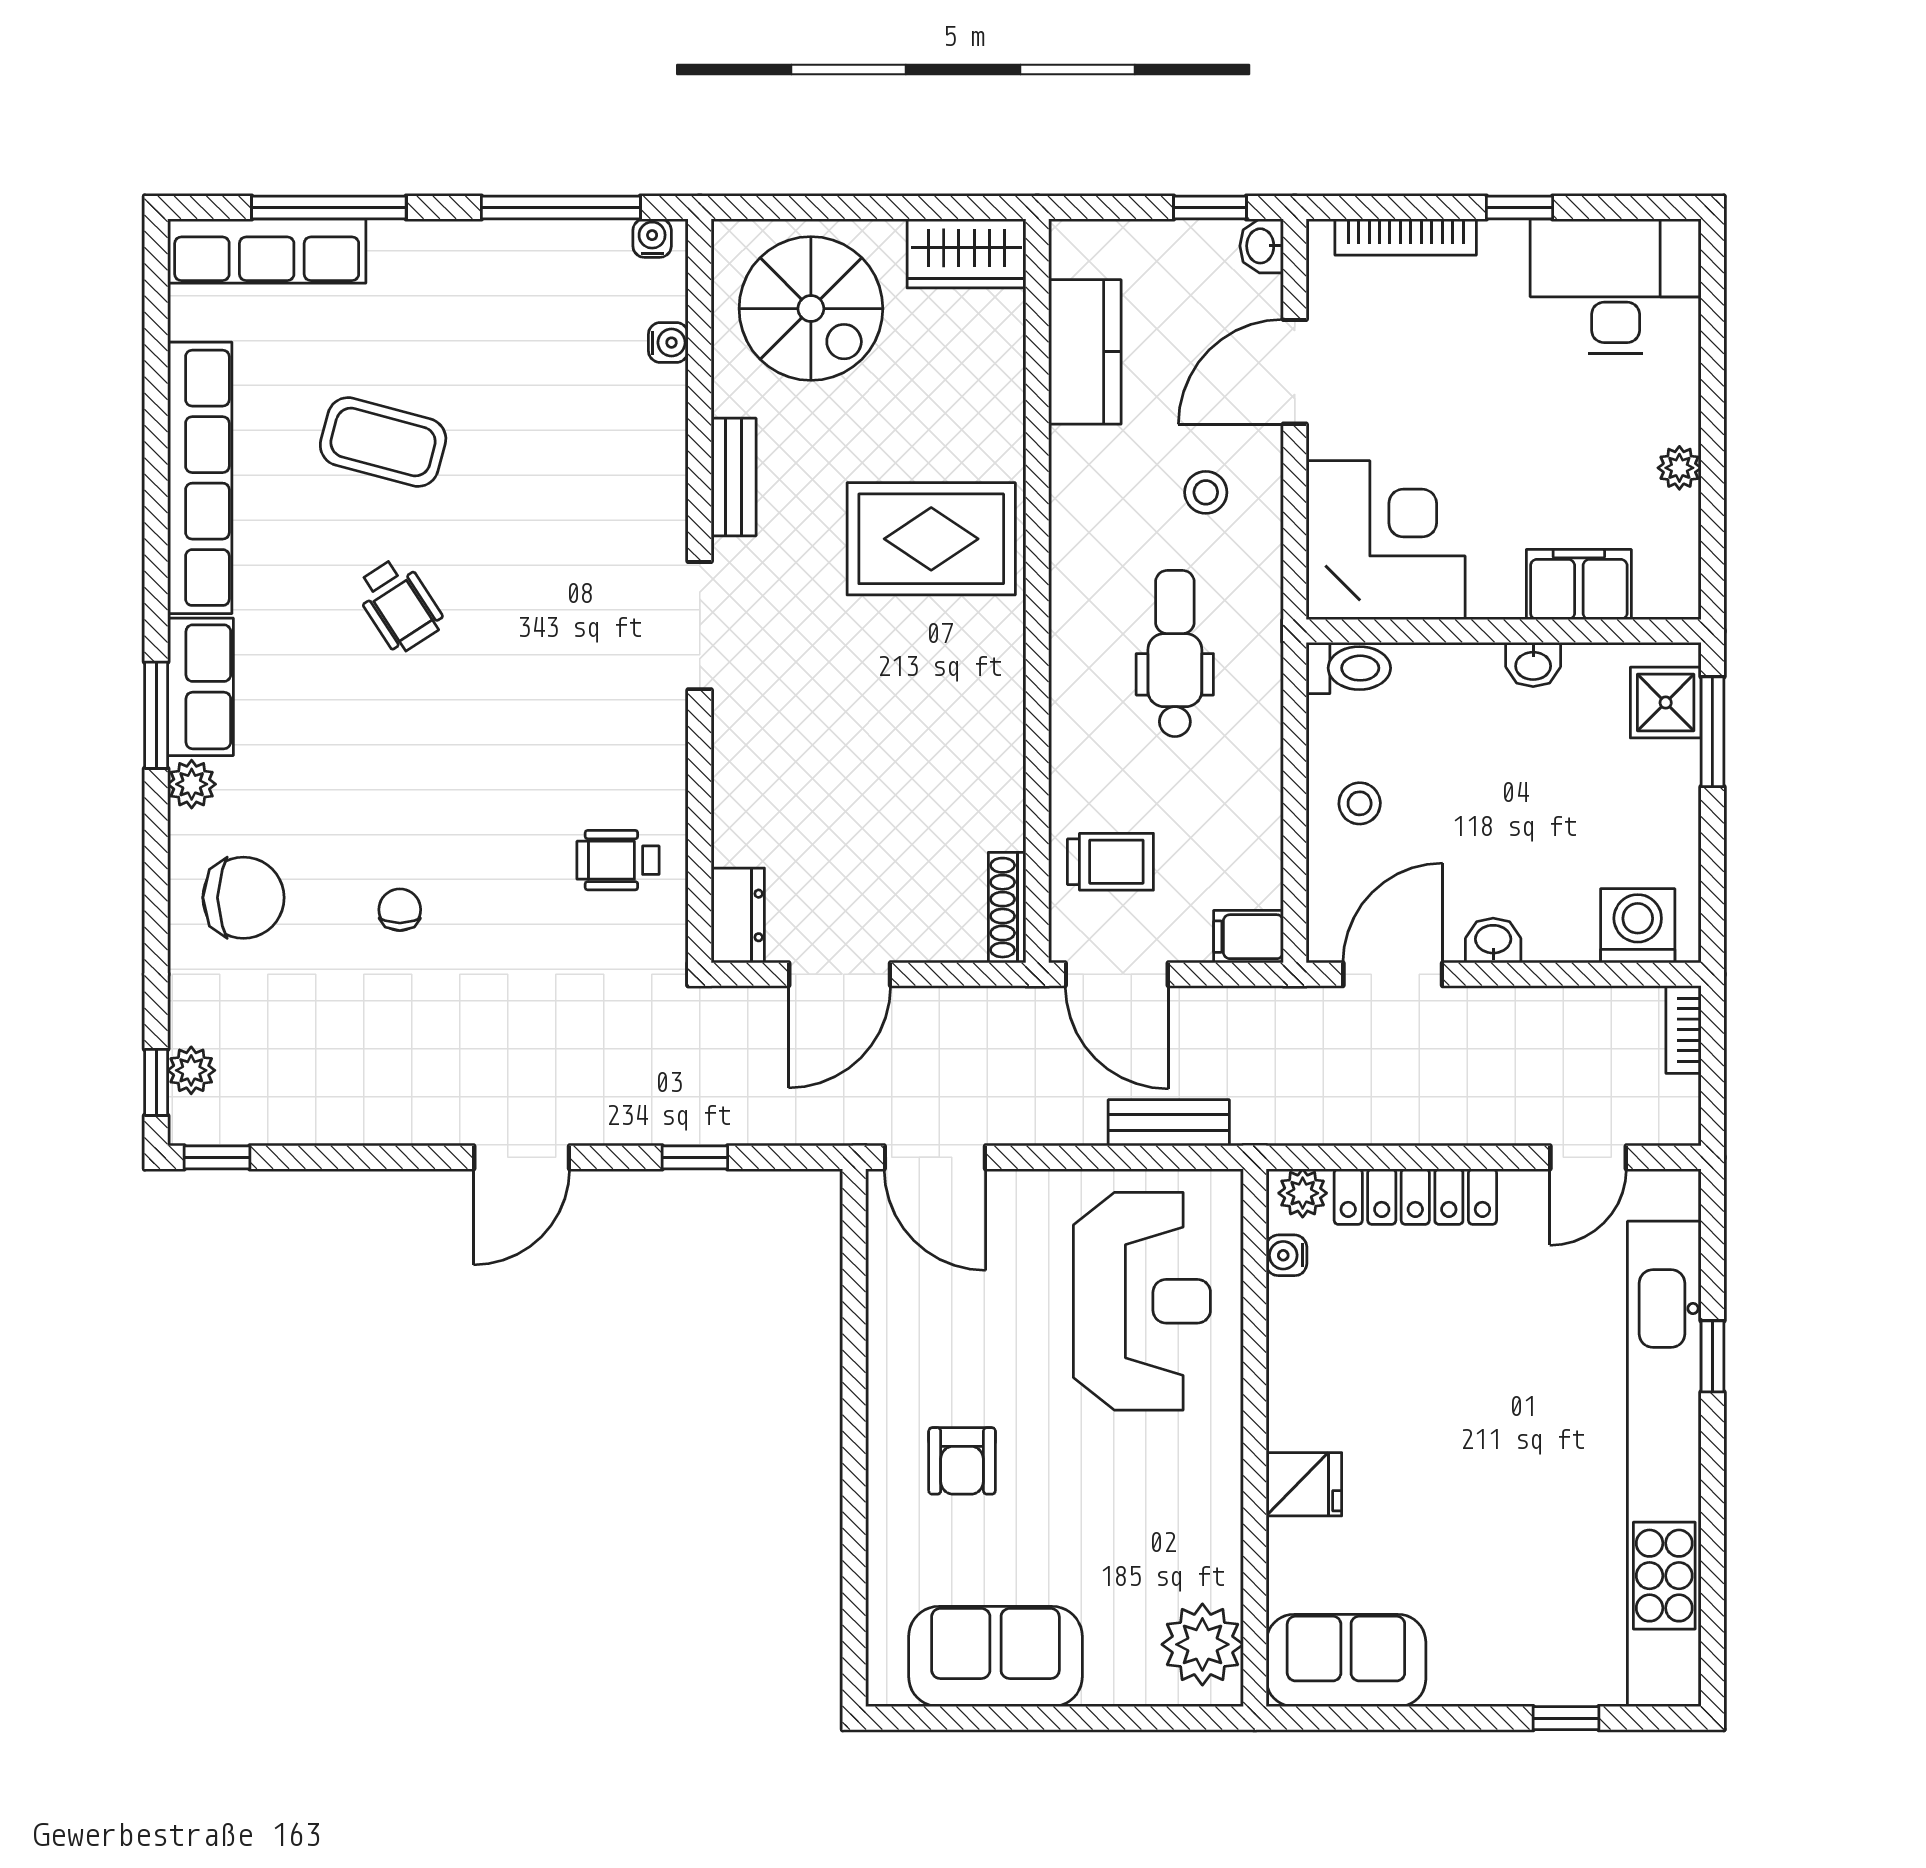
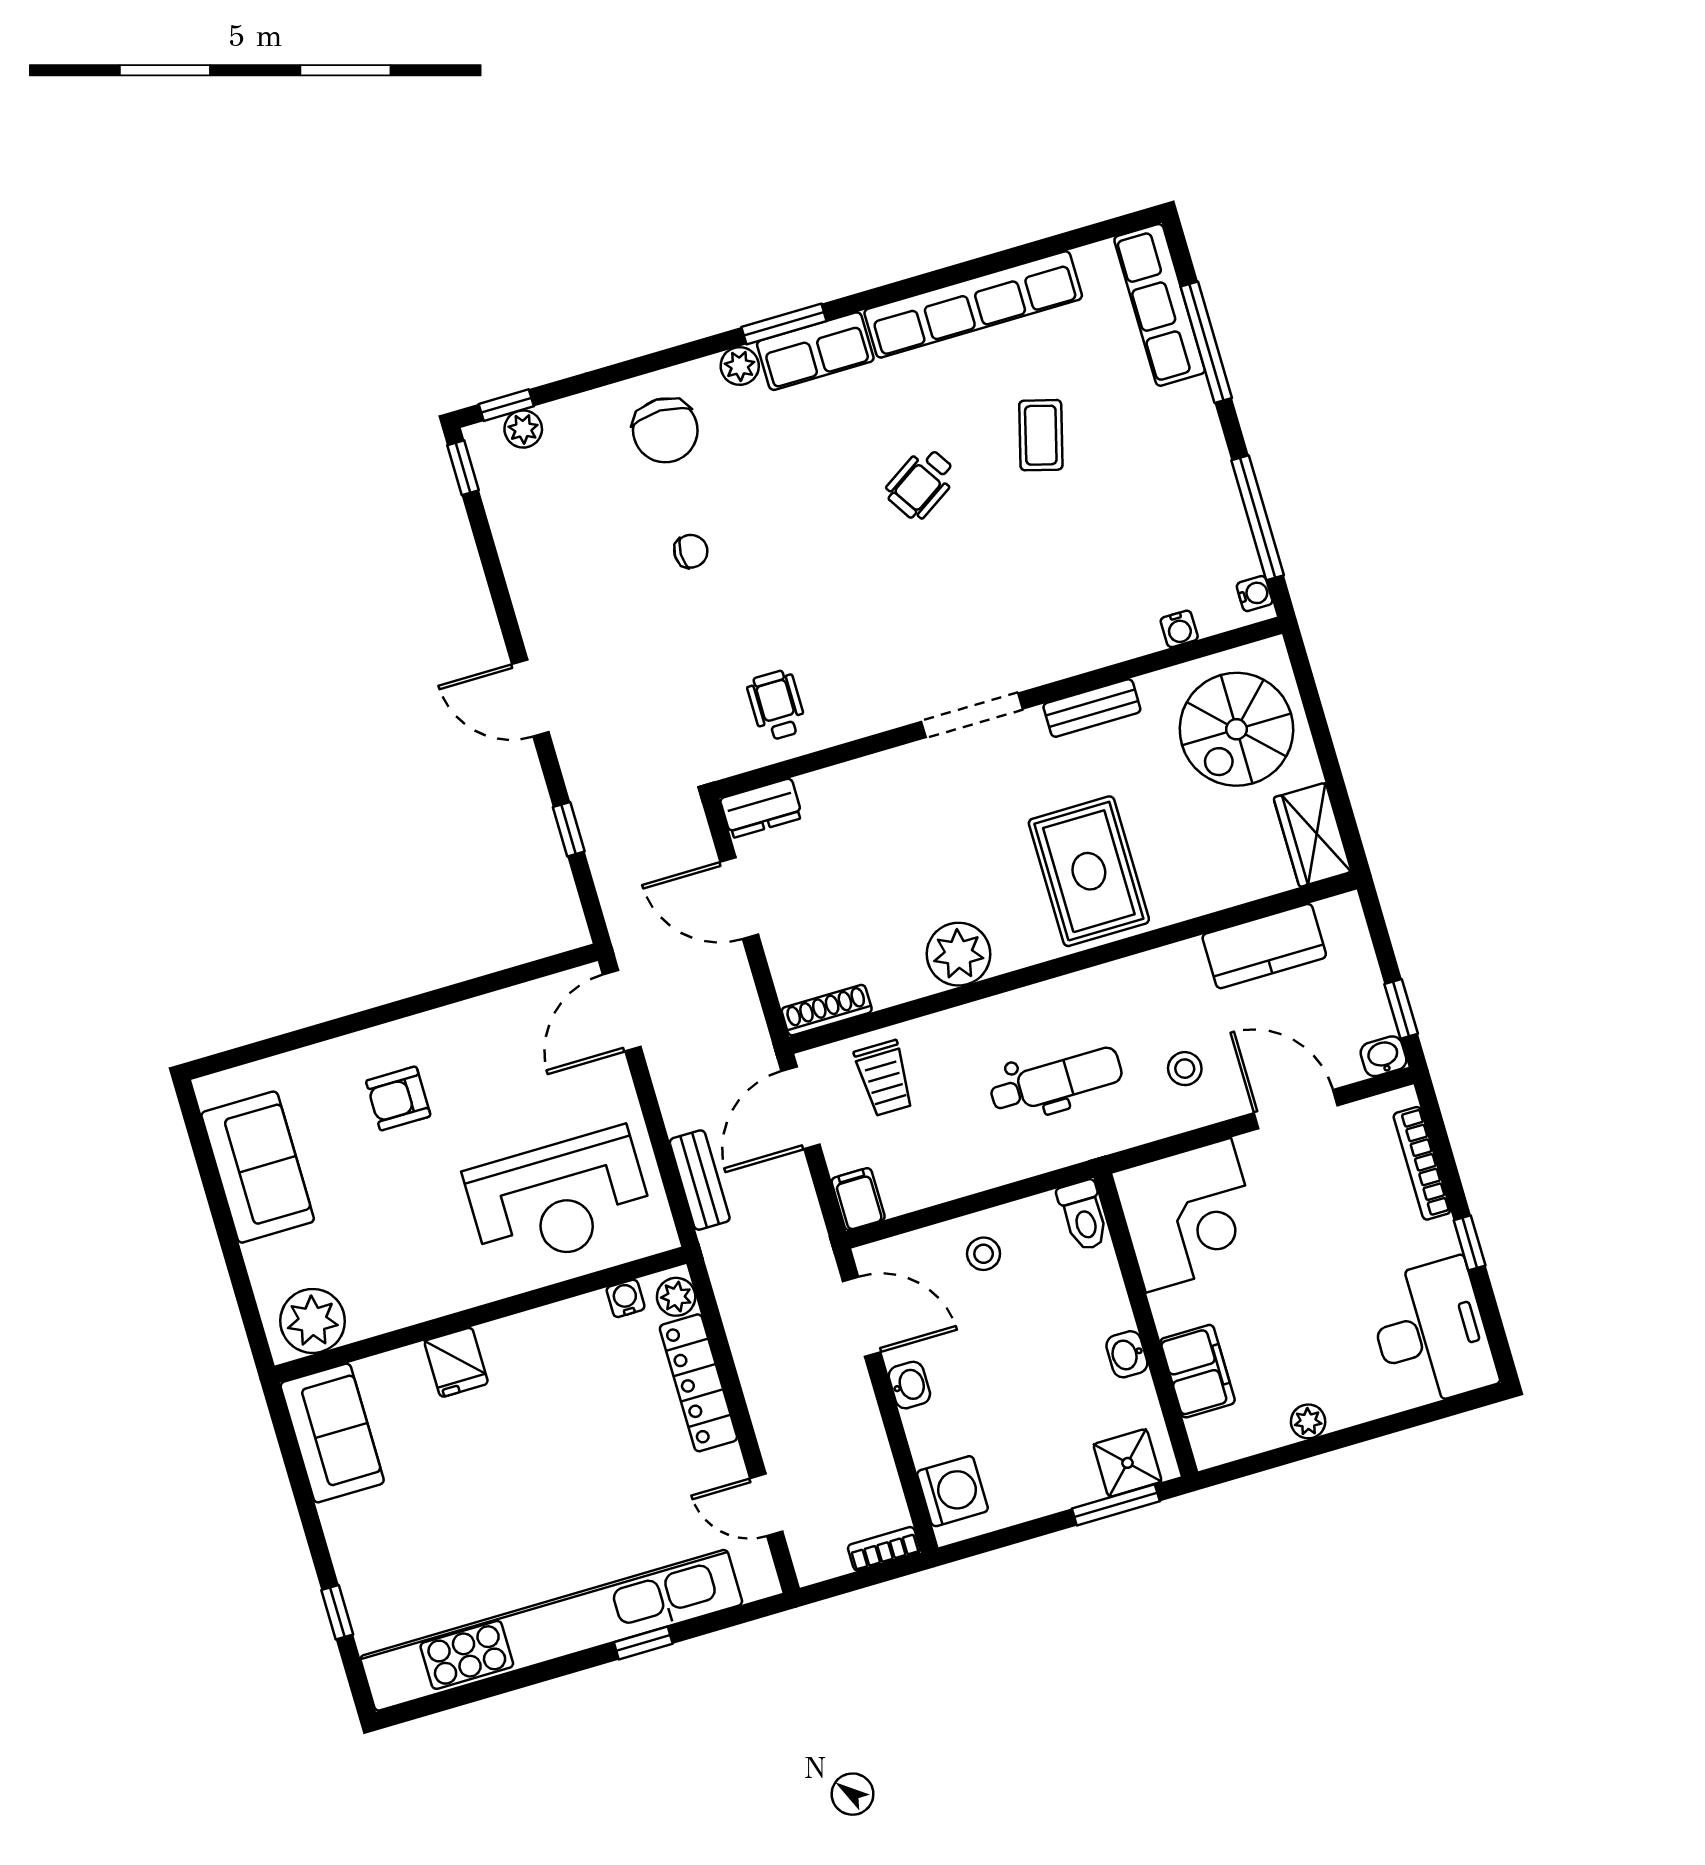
coffee table: (383, 442) -> (1041, 435), width x0.73, depth x0.77
plant: (986, 727) -> (958, 954), added

